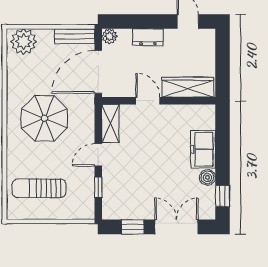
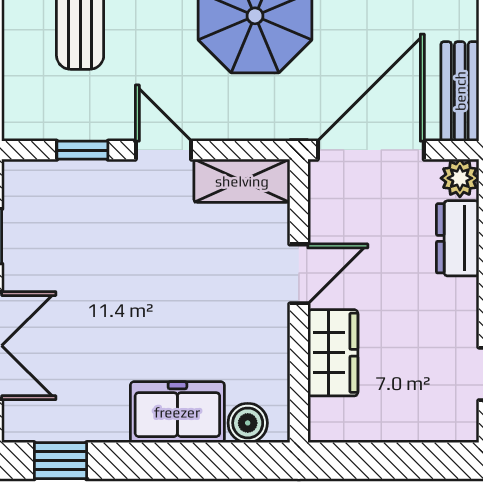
dresser: (148, 37) -> (458, 238), moved
door: (98, 72) -> (371, 150), hinge flipped
wardrobe: (188, 87) -> (333, 353), width x0.67
boiler: (207, 177) -> (248, 423), moved

